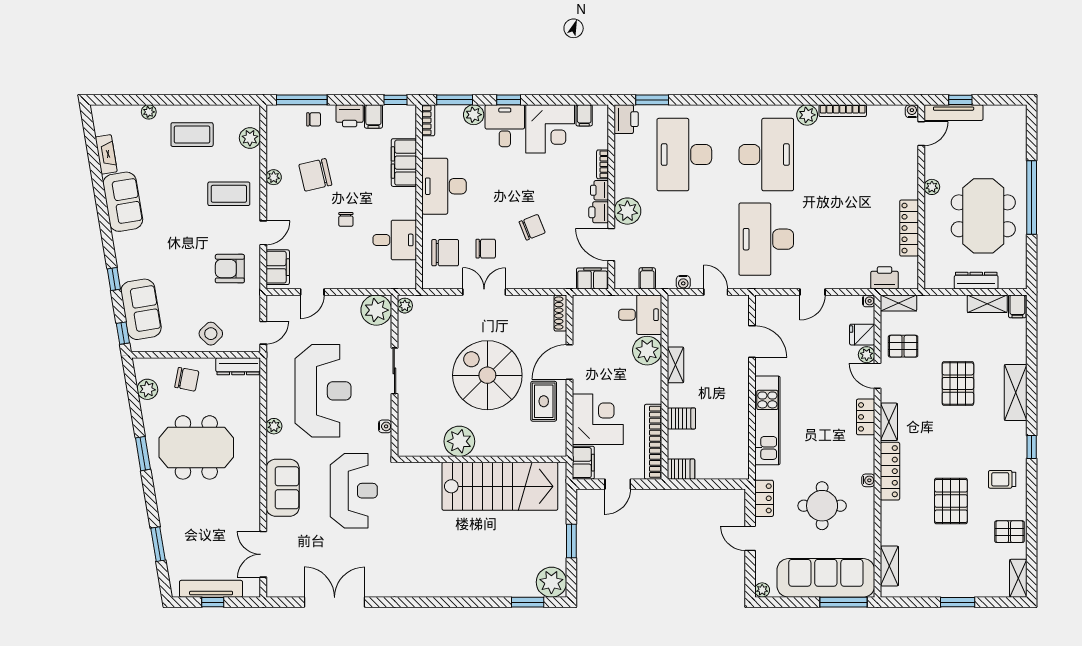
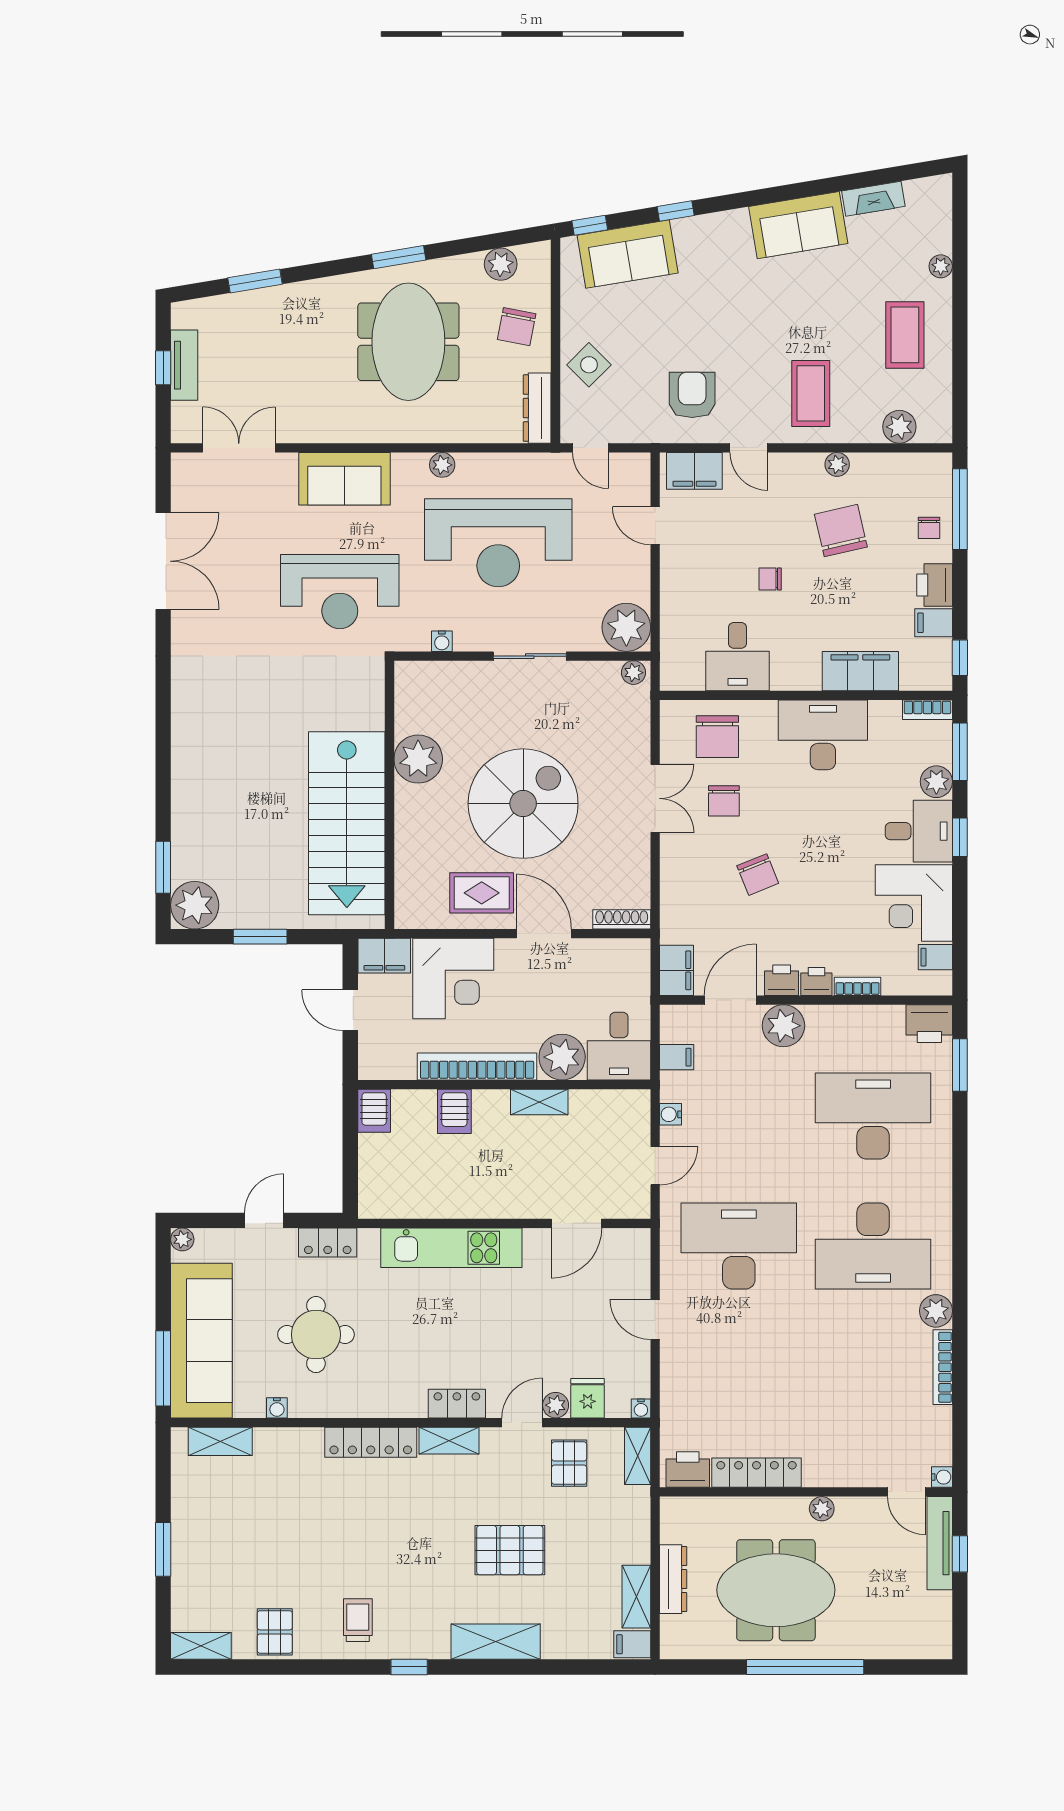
printer: (885, 278) -> (688, 1470), moved, turned -90
bookcase: (653, 442) -> (477, 1067), moved
water cooler: (868, 480) -> (277, 1408), moved
pallet: (951, 501) -> (323, 1539), removed
tv unit: (211, 589) -> (184, 365), width x0.71

